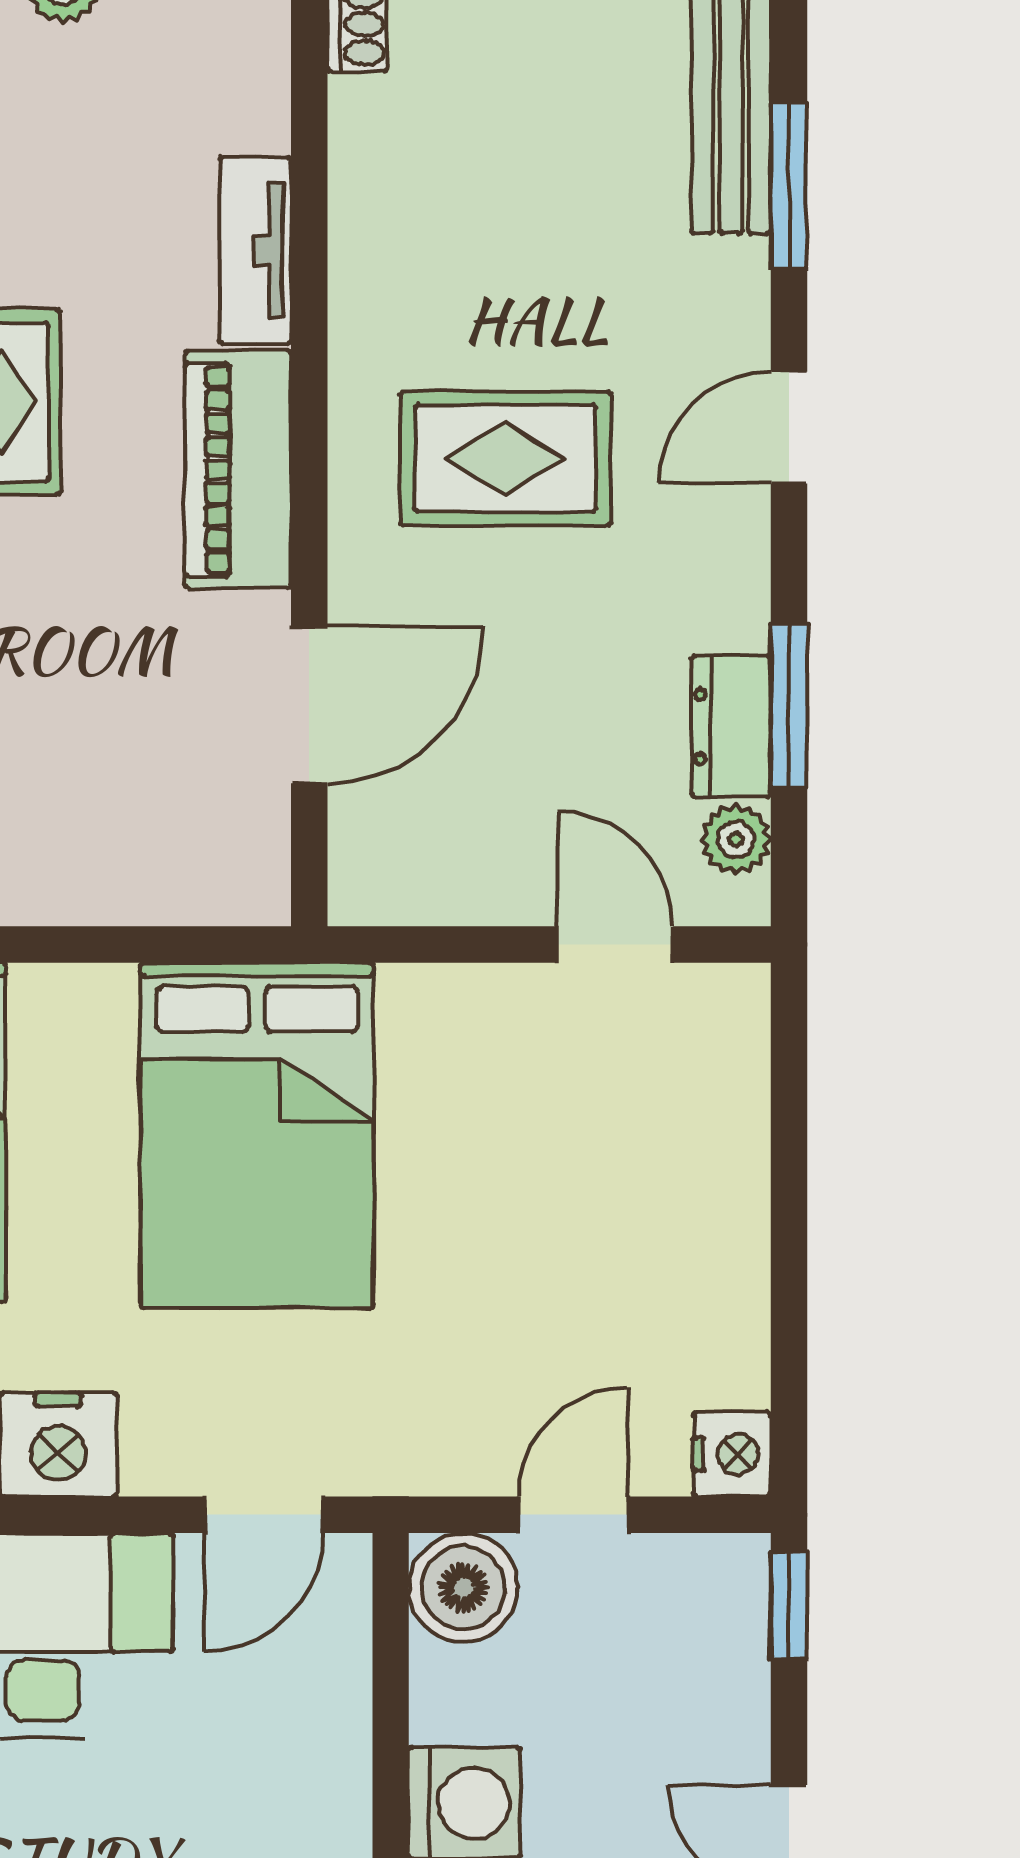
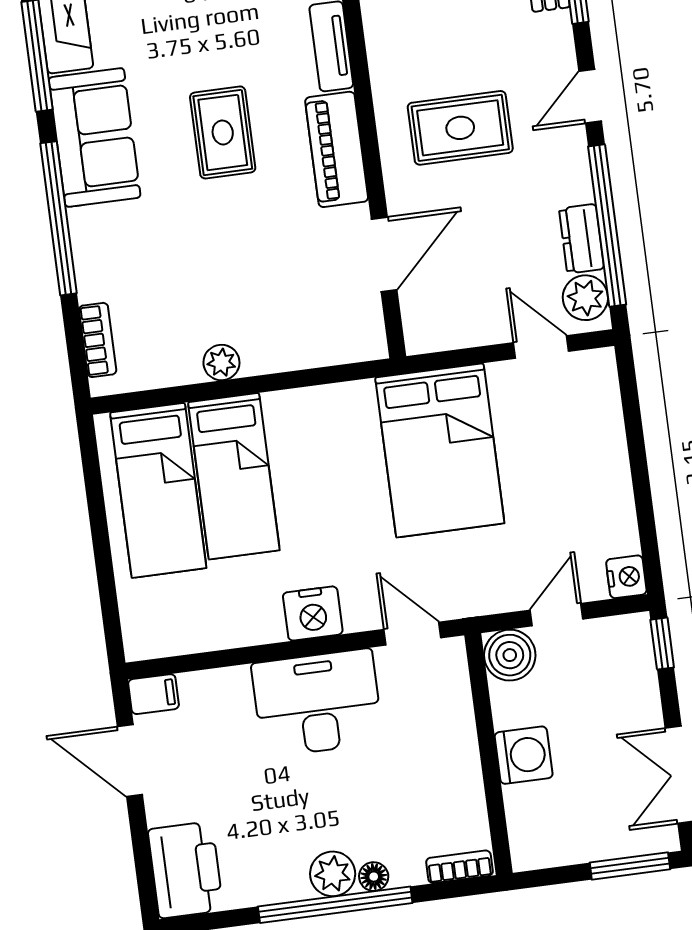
window: (789, 706) -> (607, 225), width x2.11
plant: (736, 839) -> (585, 298), width x1.38, depth x1.38
bed: (257, 1135) -> (440, 450), moved
door: (263, 1515) -> (412, 634), swing flipped

